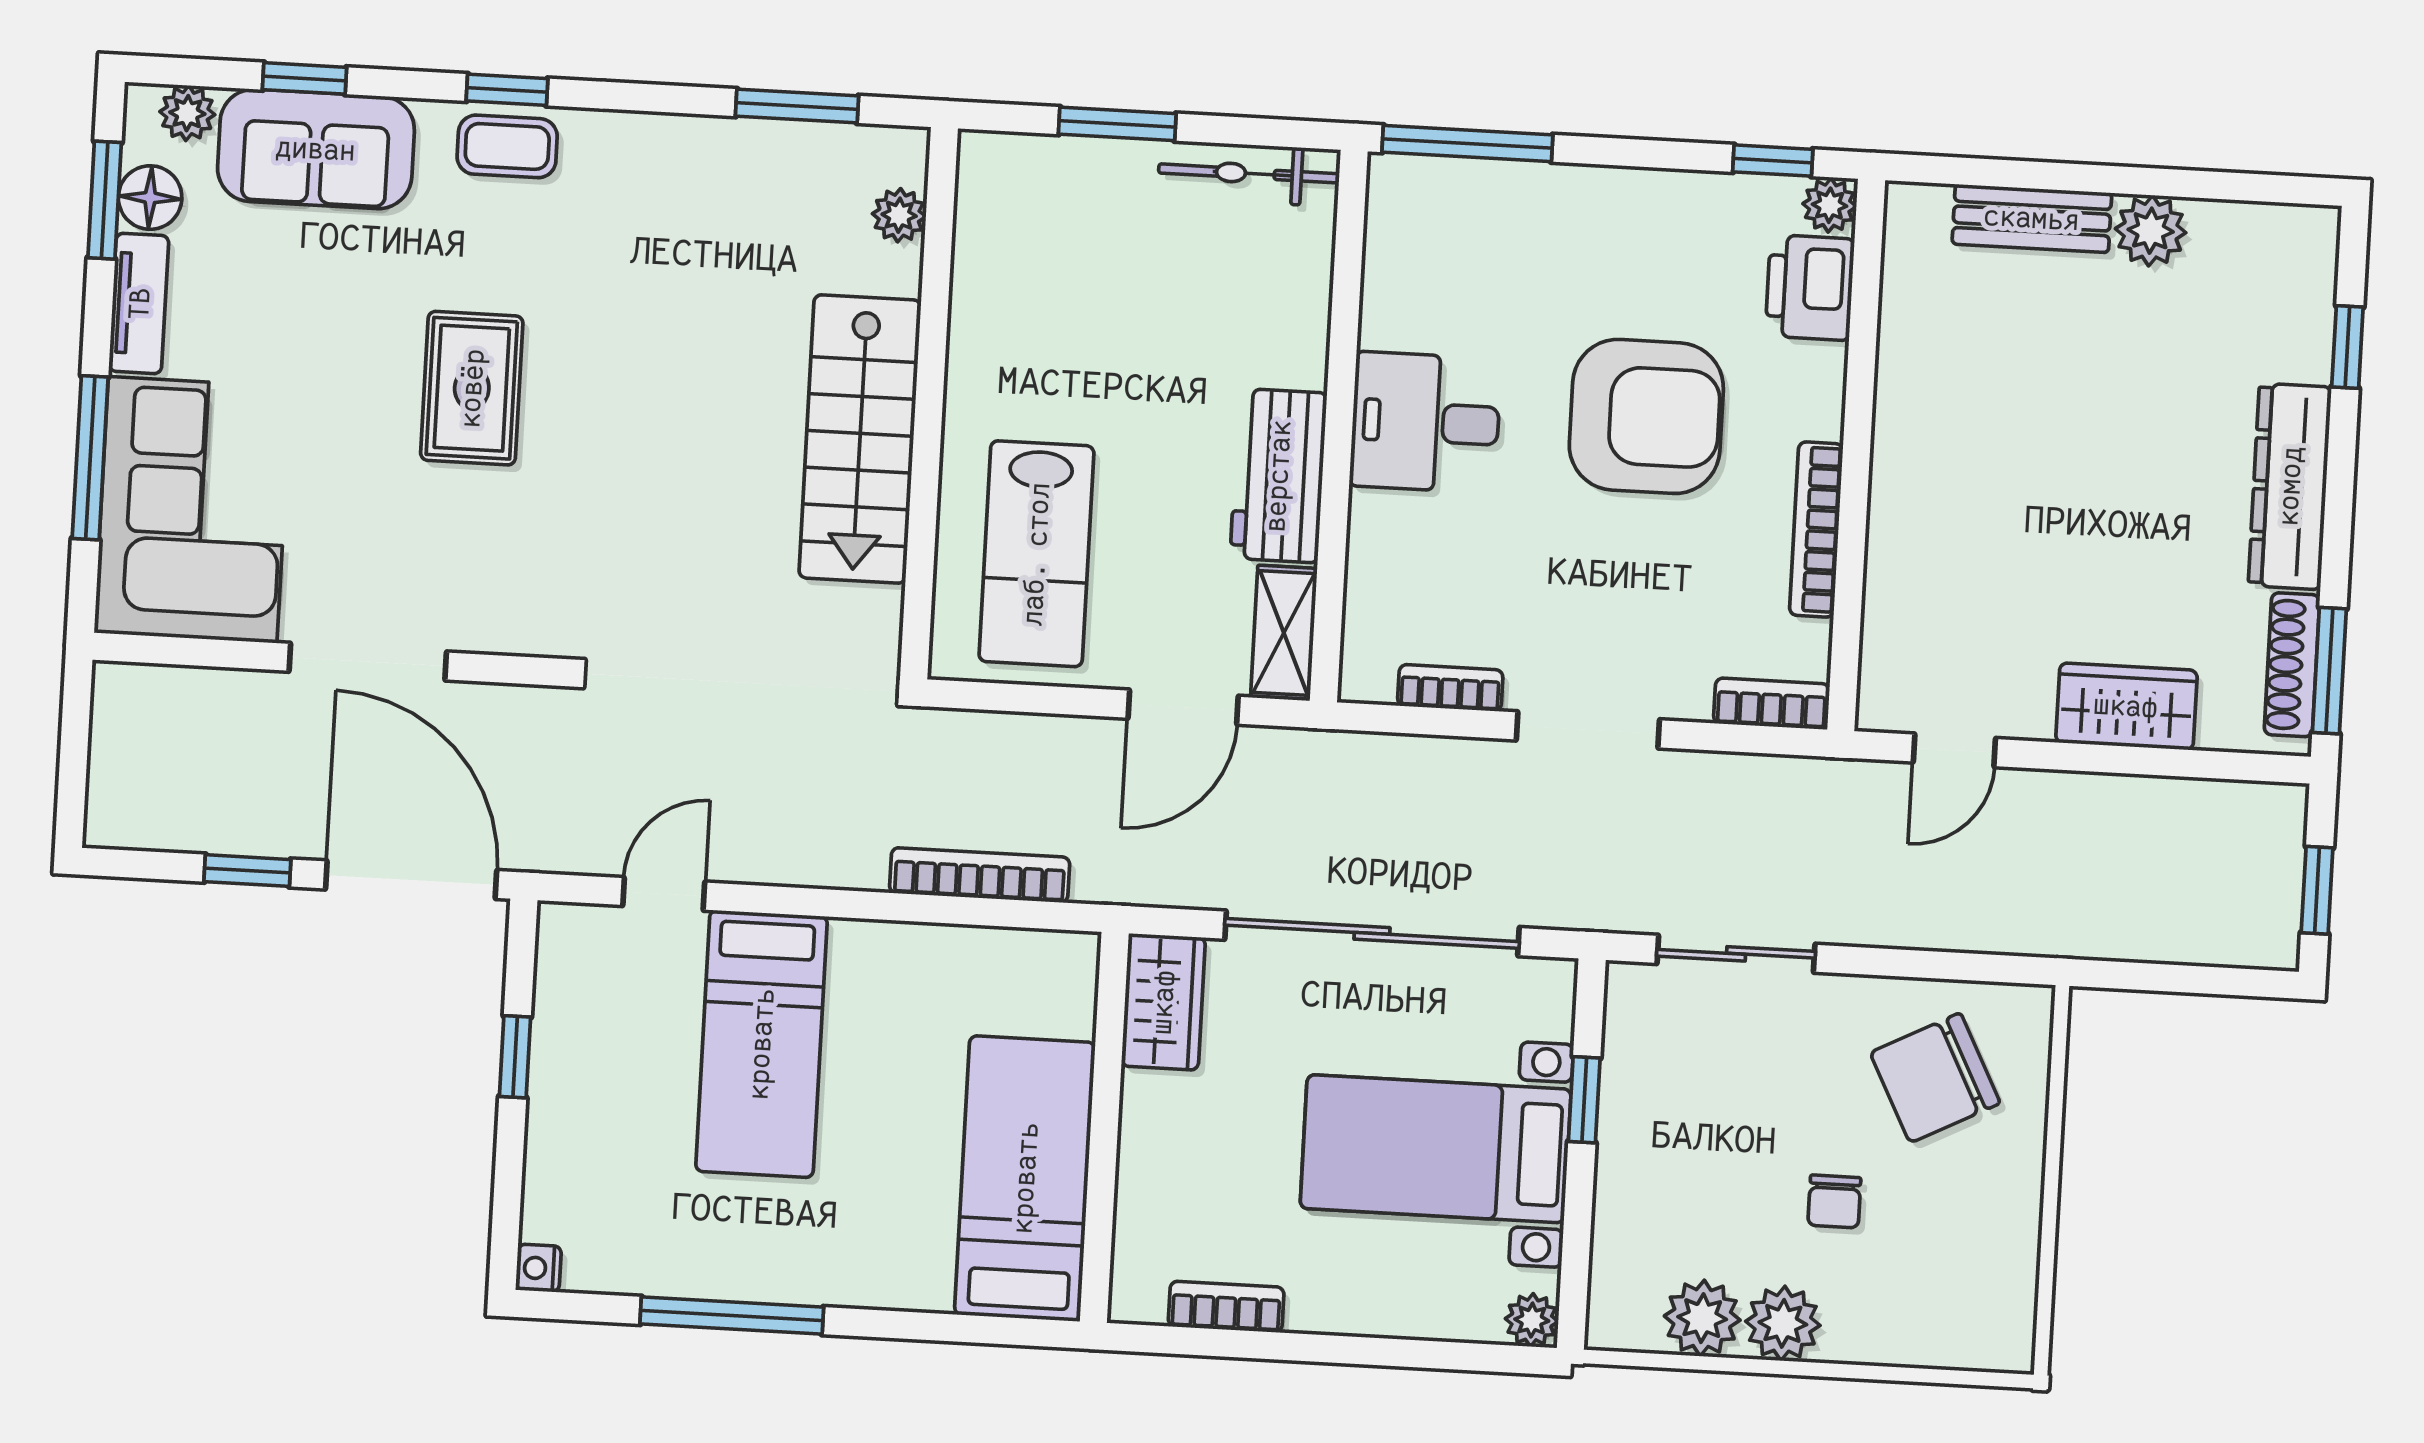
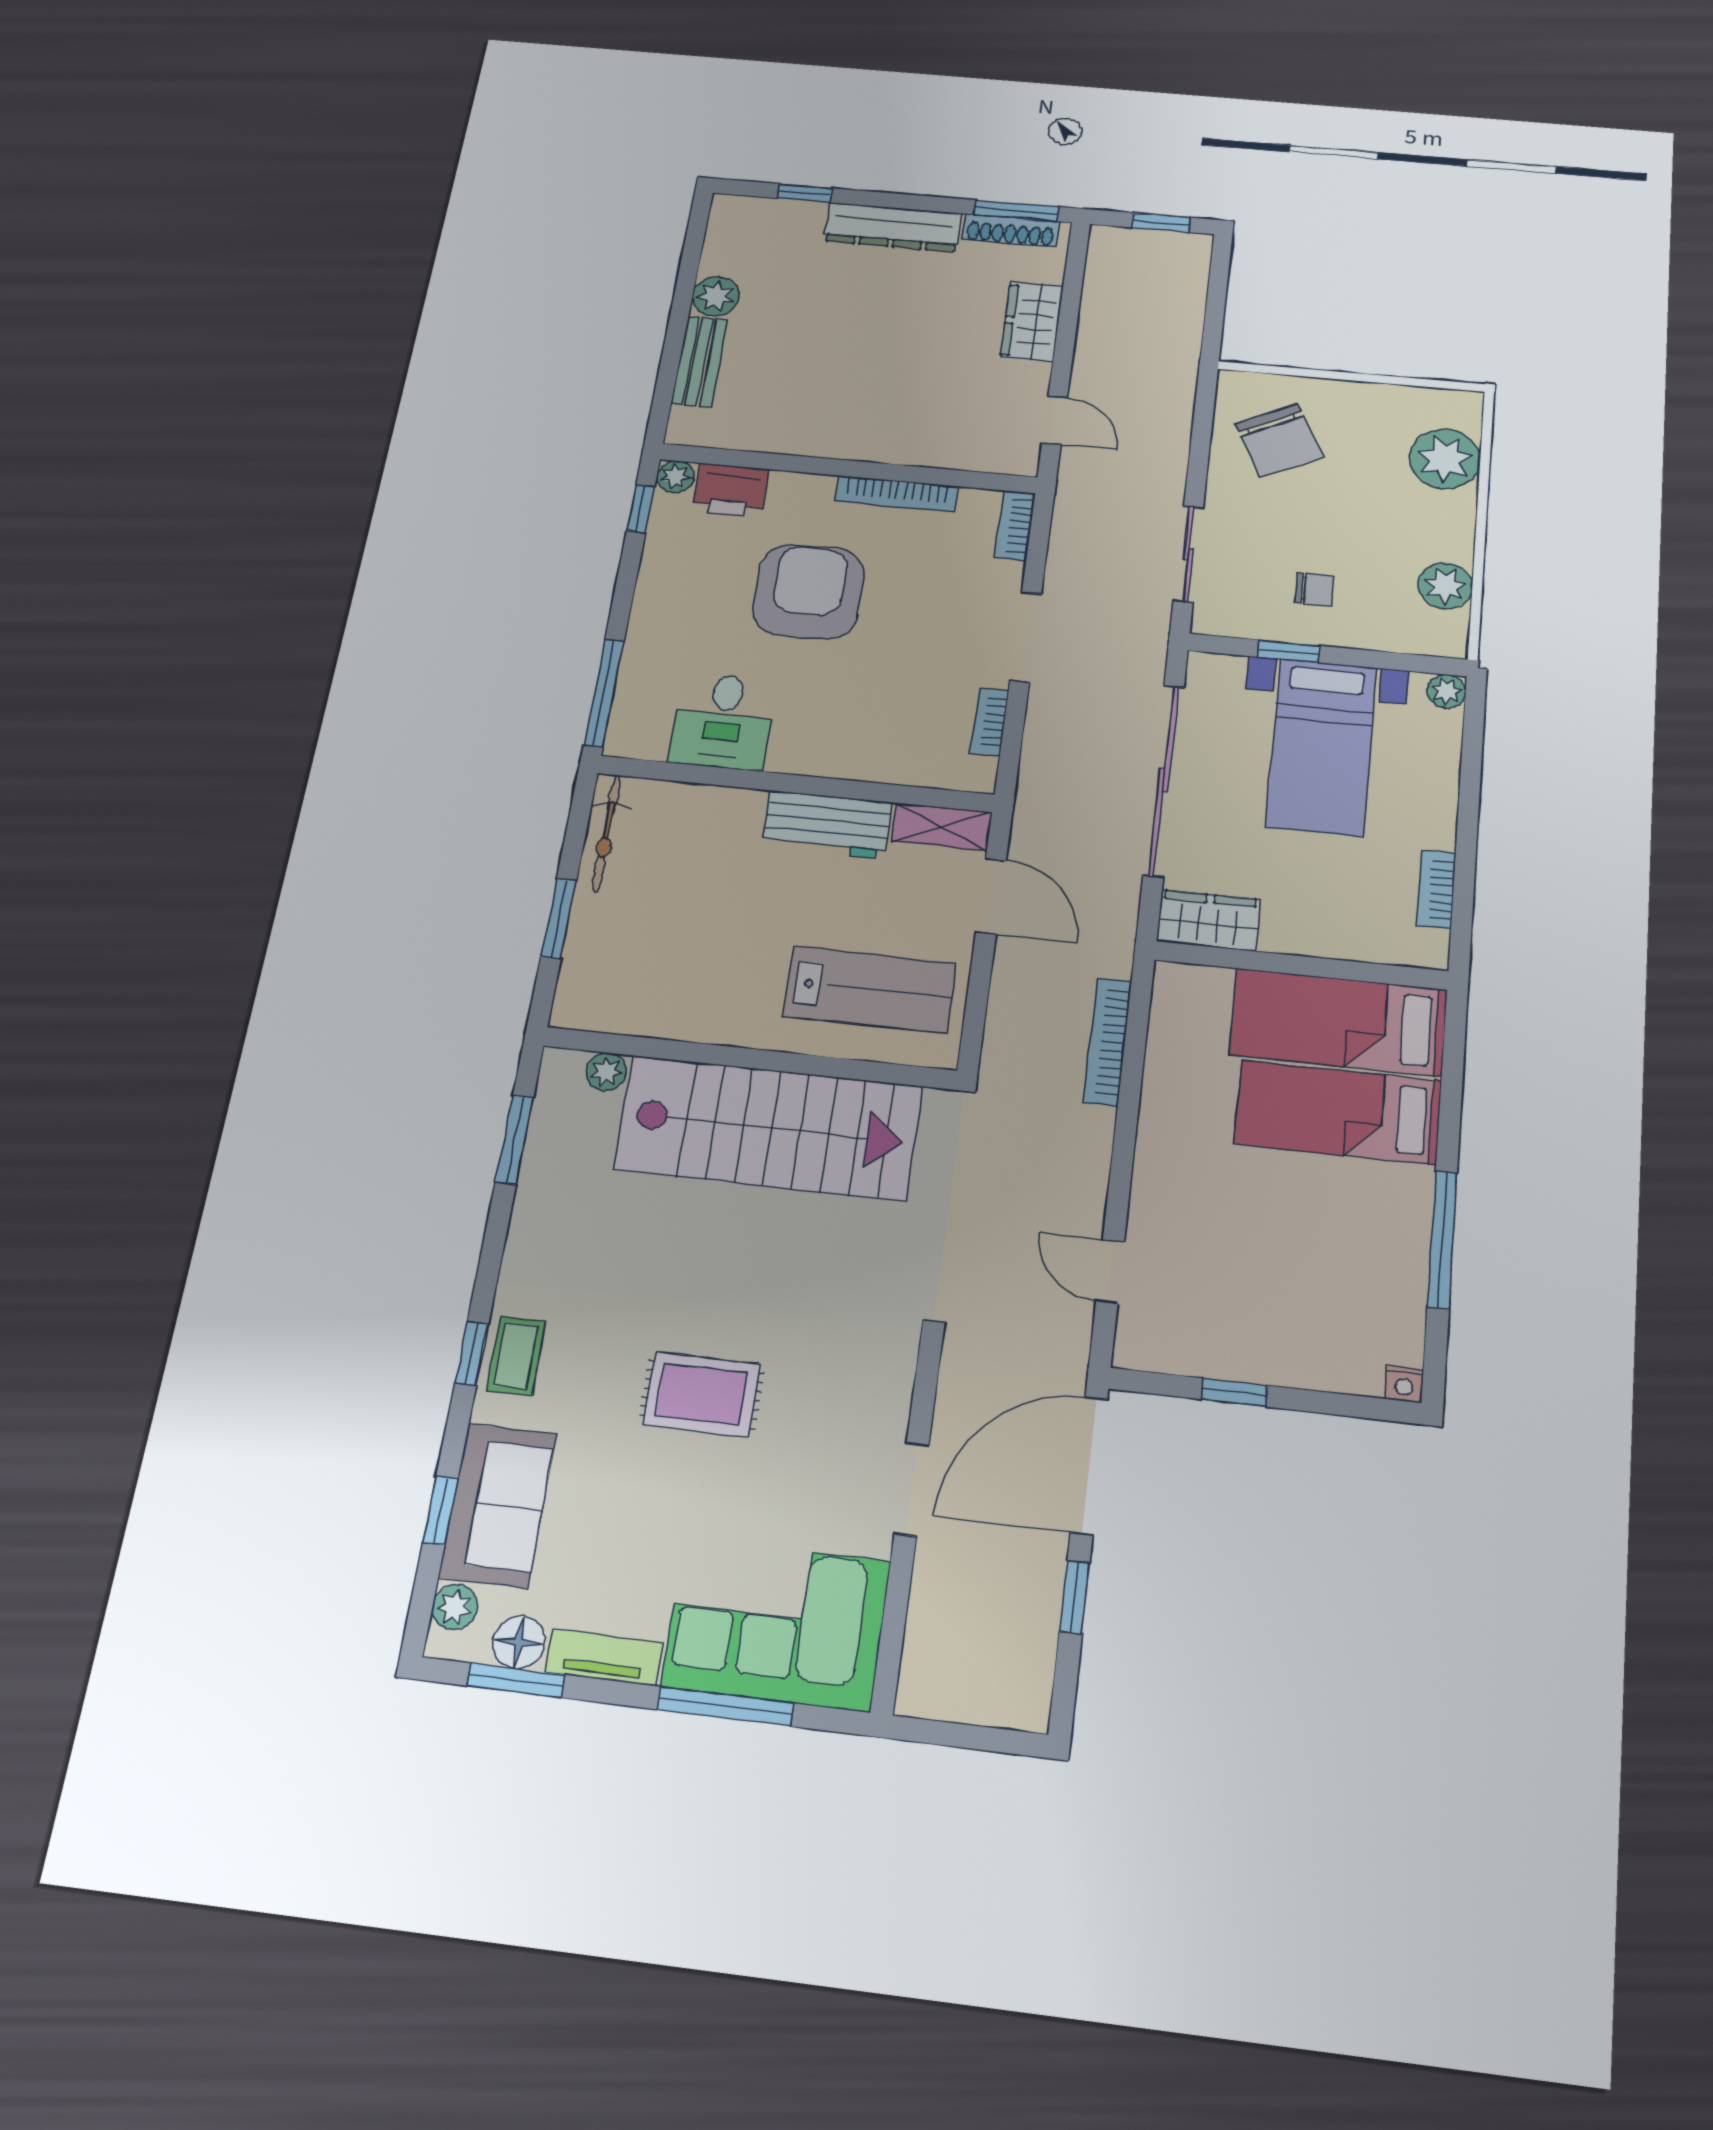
desk: (1425, 422) -> (723, 721), moved
stairs: (860, 439) -> (768, 1128), width x1.36, depth x1.51
doorway: (368, 662) -> (912, 1489), width x0.73
bed: (761, 1044) -> (1338, 1112), moved, turned 180
chair: (1834, 1201) -> (1314, 589), moved
plant: (1783, 1323) -> (1445, 459), moved, width x1.36, depth x1.36

